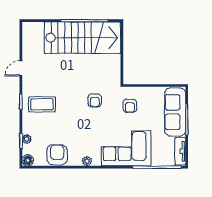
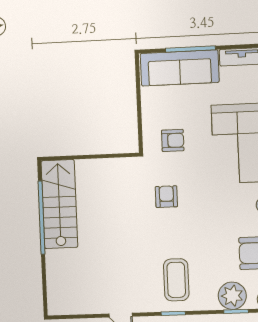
stairs: (83, 38) -> (59, 204), width x0.73, depth x0.66
armchair: (95, 100) -> (166, 197), turned -90
plant: (27, 139) -> (232, 296), width x1.87, depth x1.87

